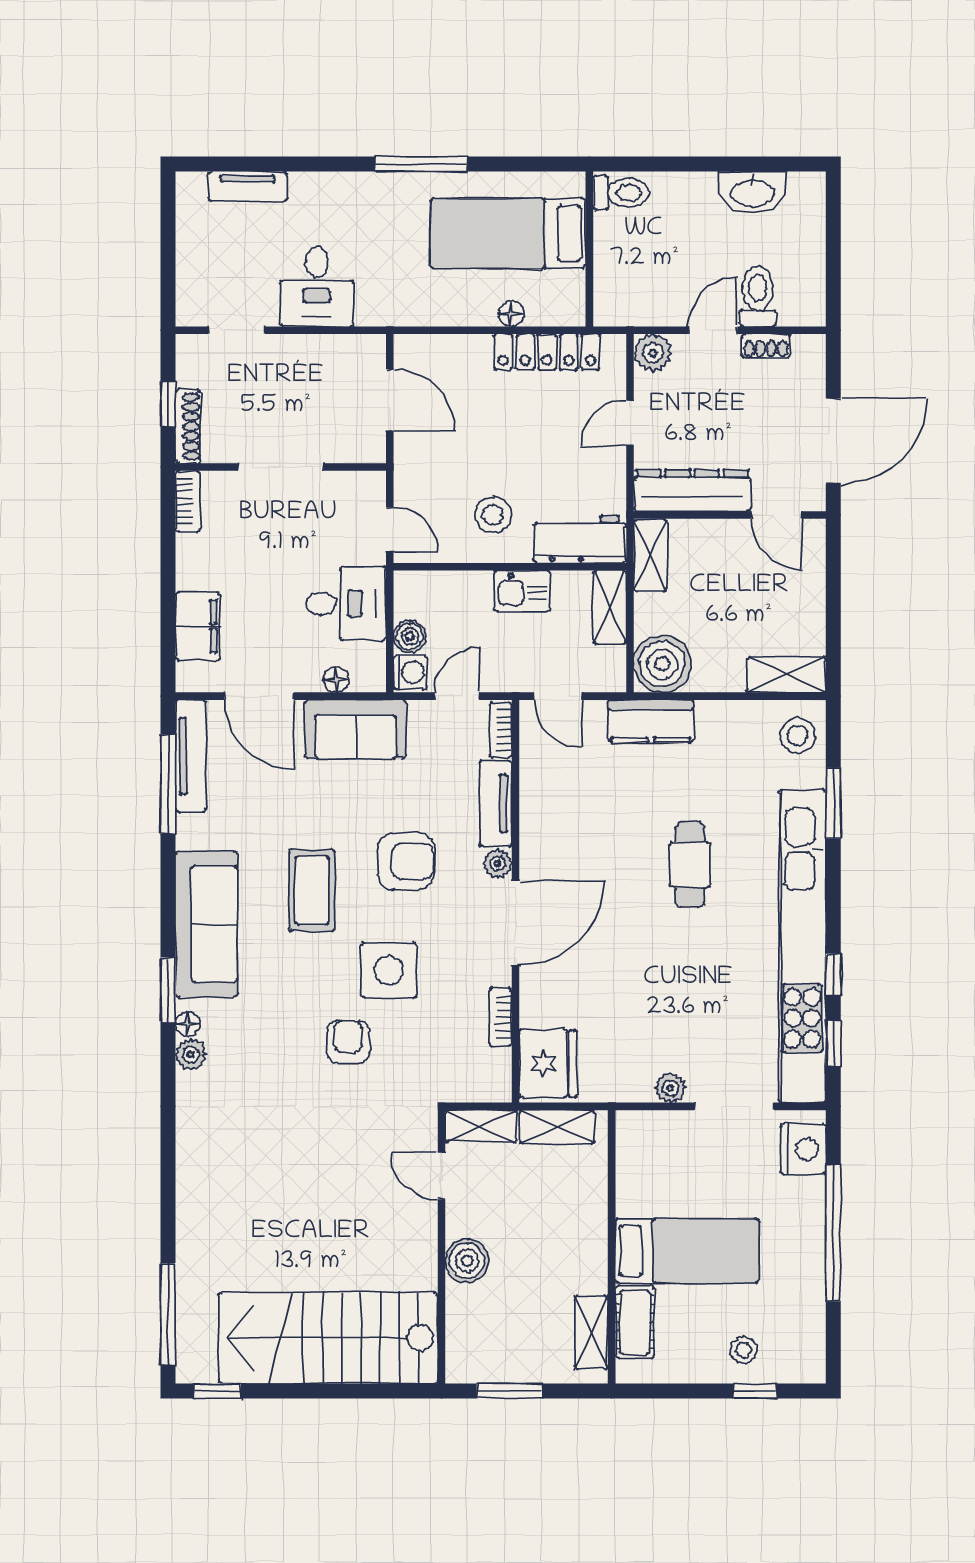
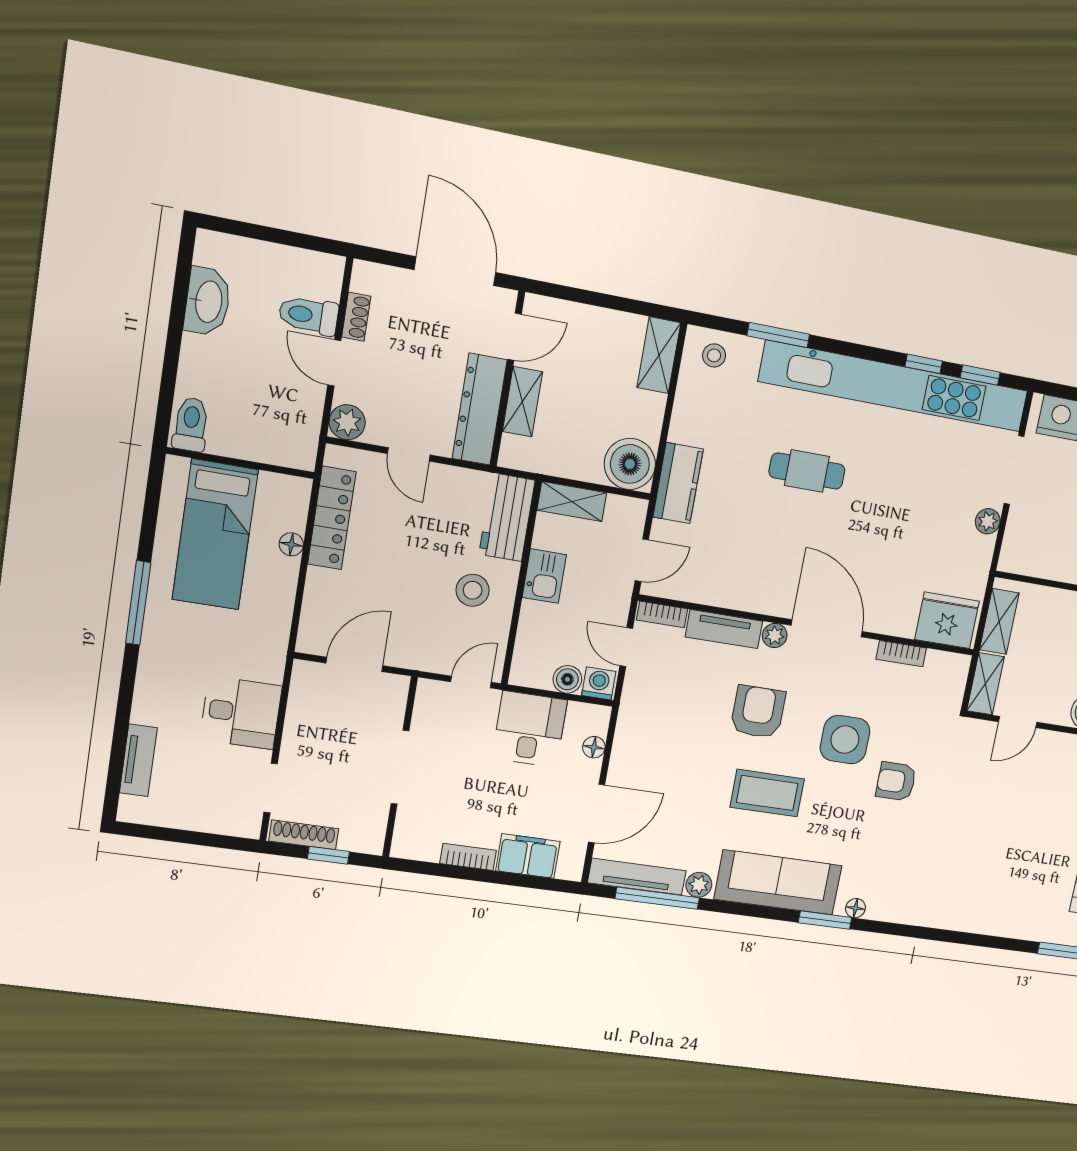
shoe rack: (188, 426) -> (304, 835), moved
bookcase: (188, 501) -> (468, 857), moved
shelving: (650, 555) -> (522, 402), moved, turned 90
sofa: (356, 729) -> (639, 737), removed
stool: (798, 736) -> (714, 355), width x0.73, depth x0.73
plant: (191, 1054) -> (699, 885), moved

